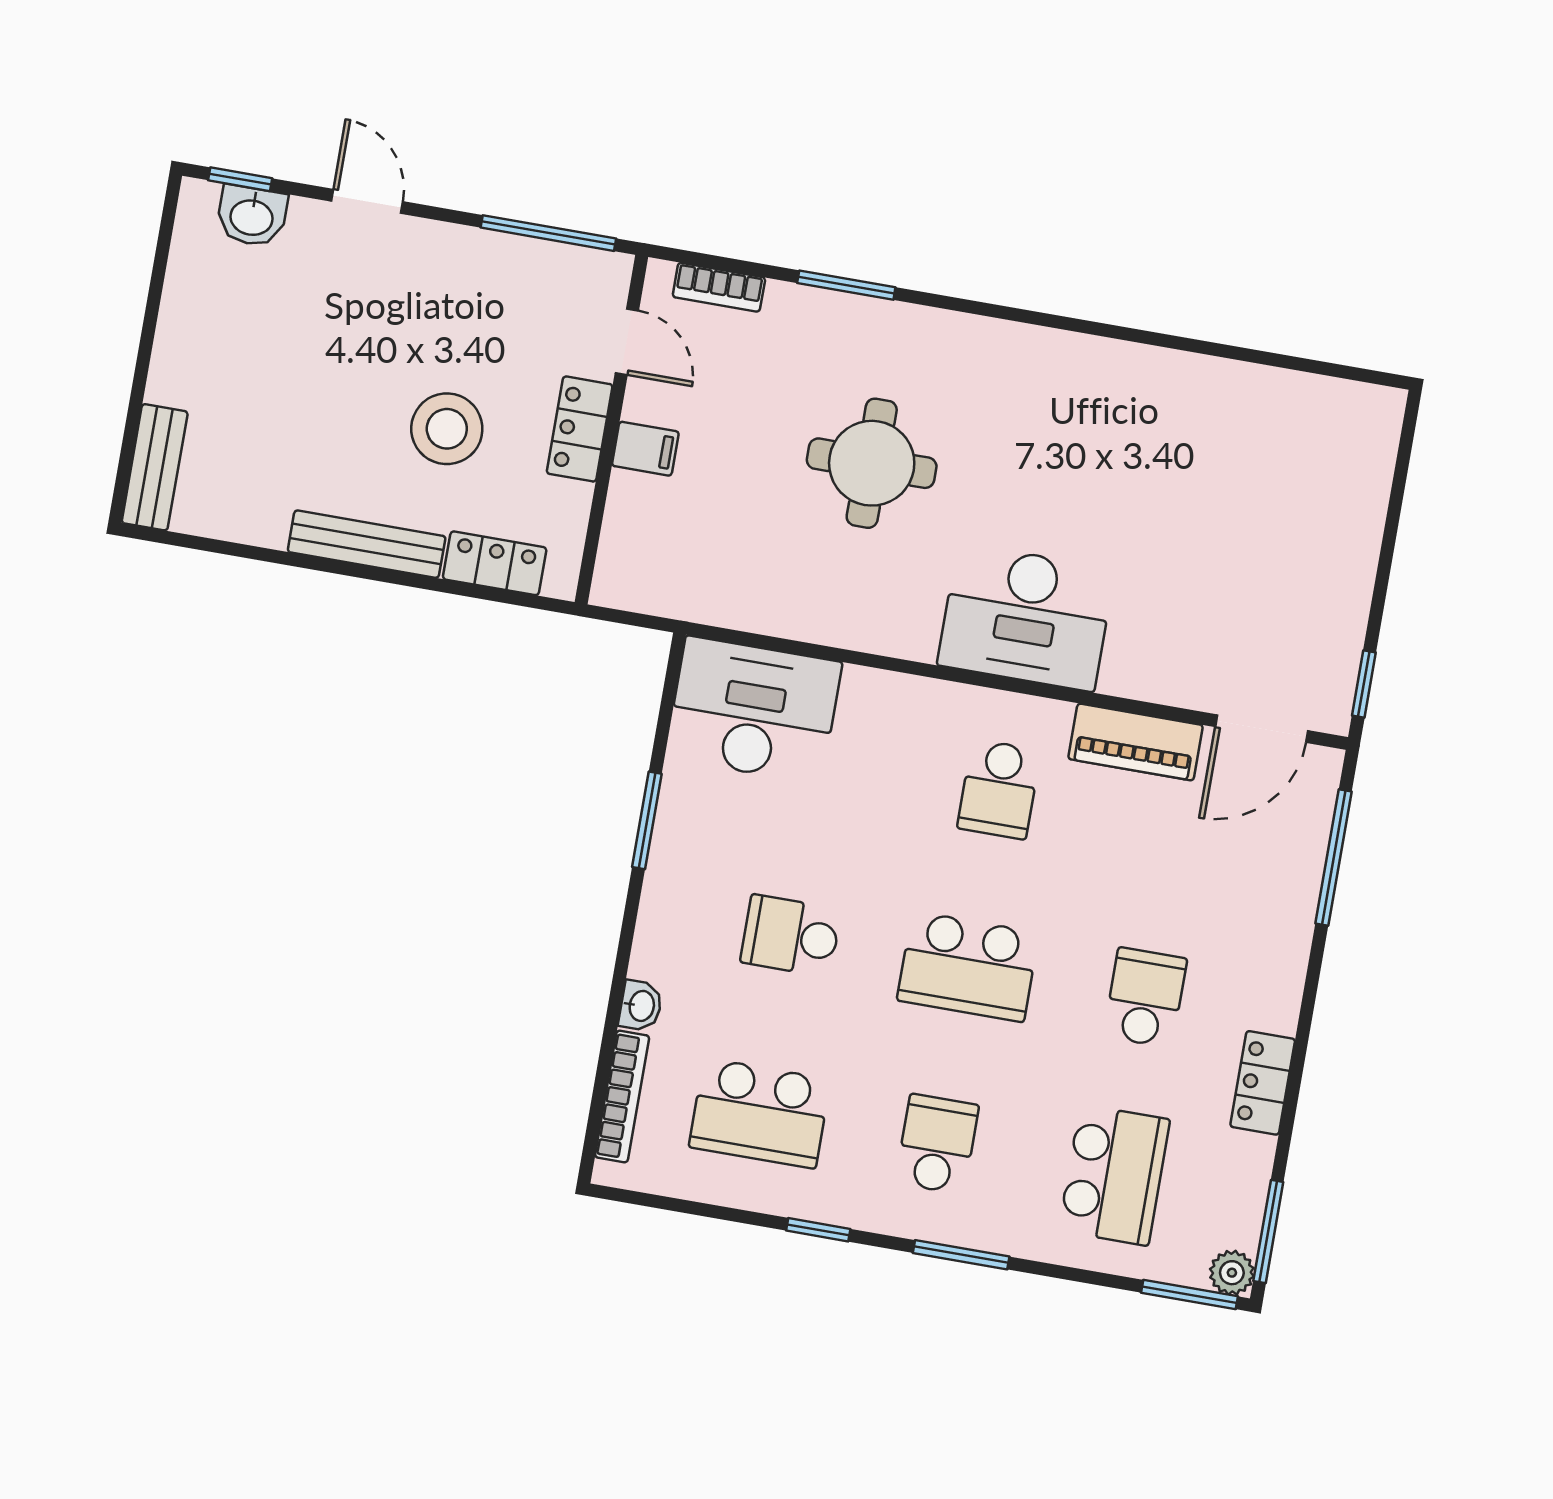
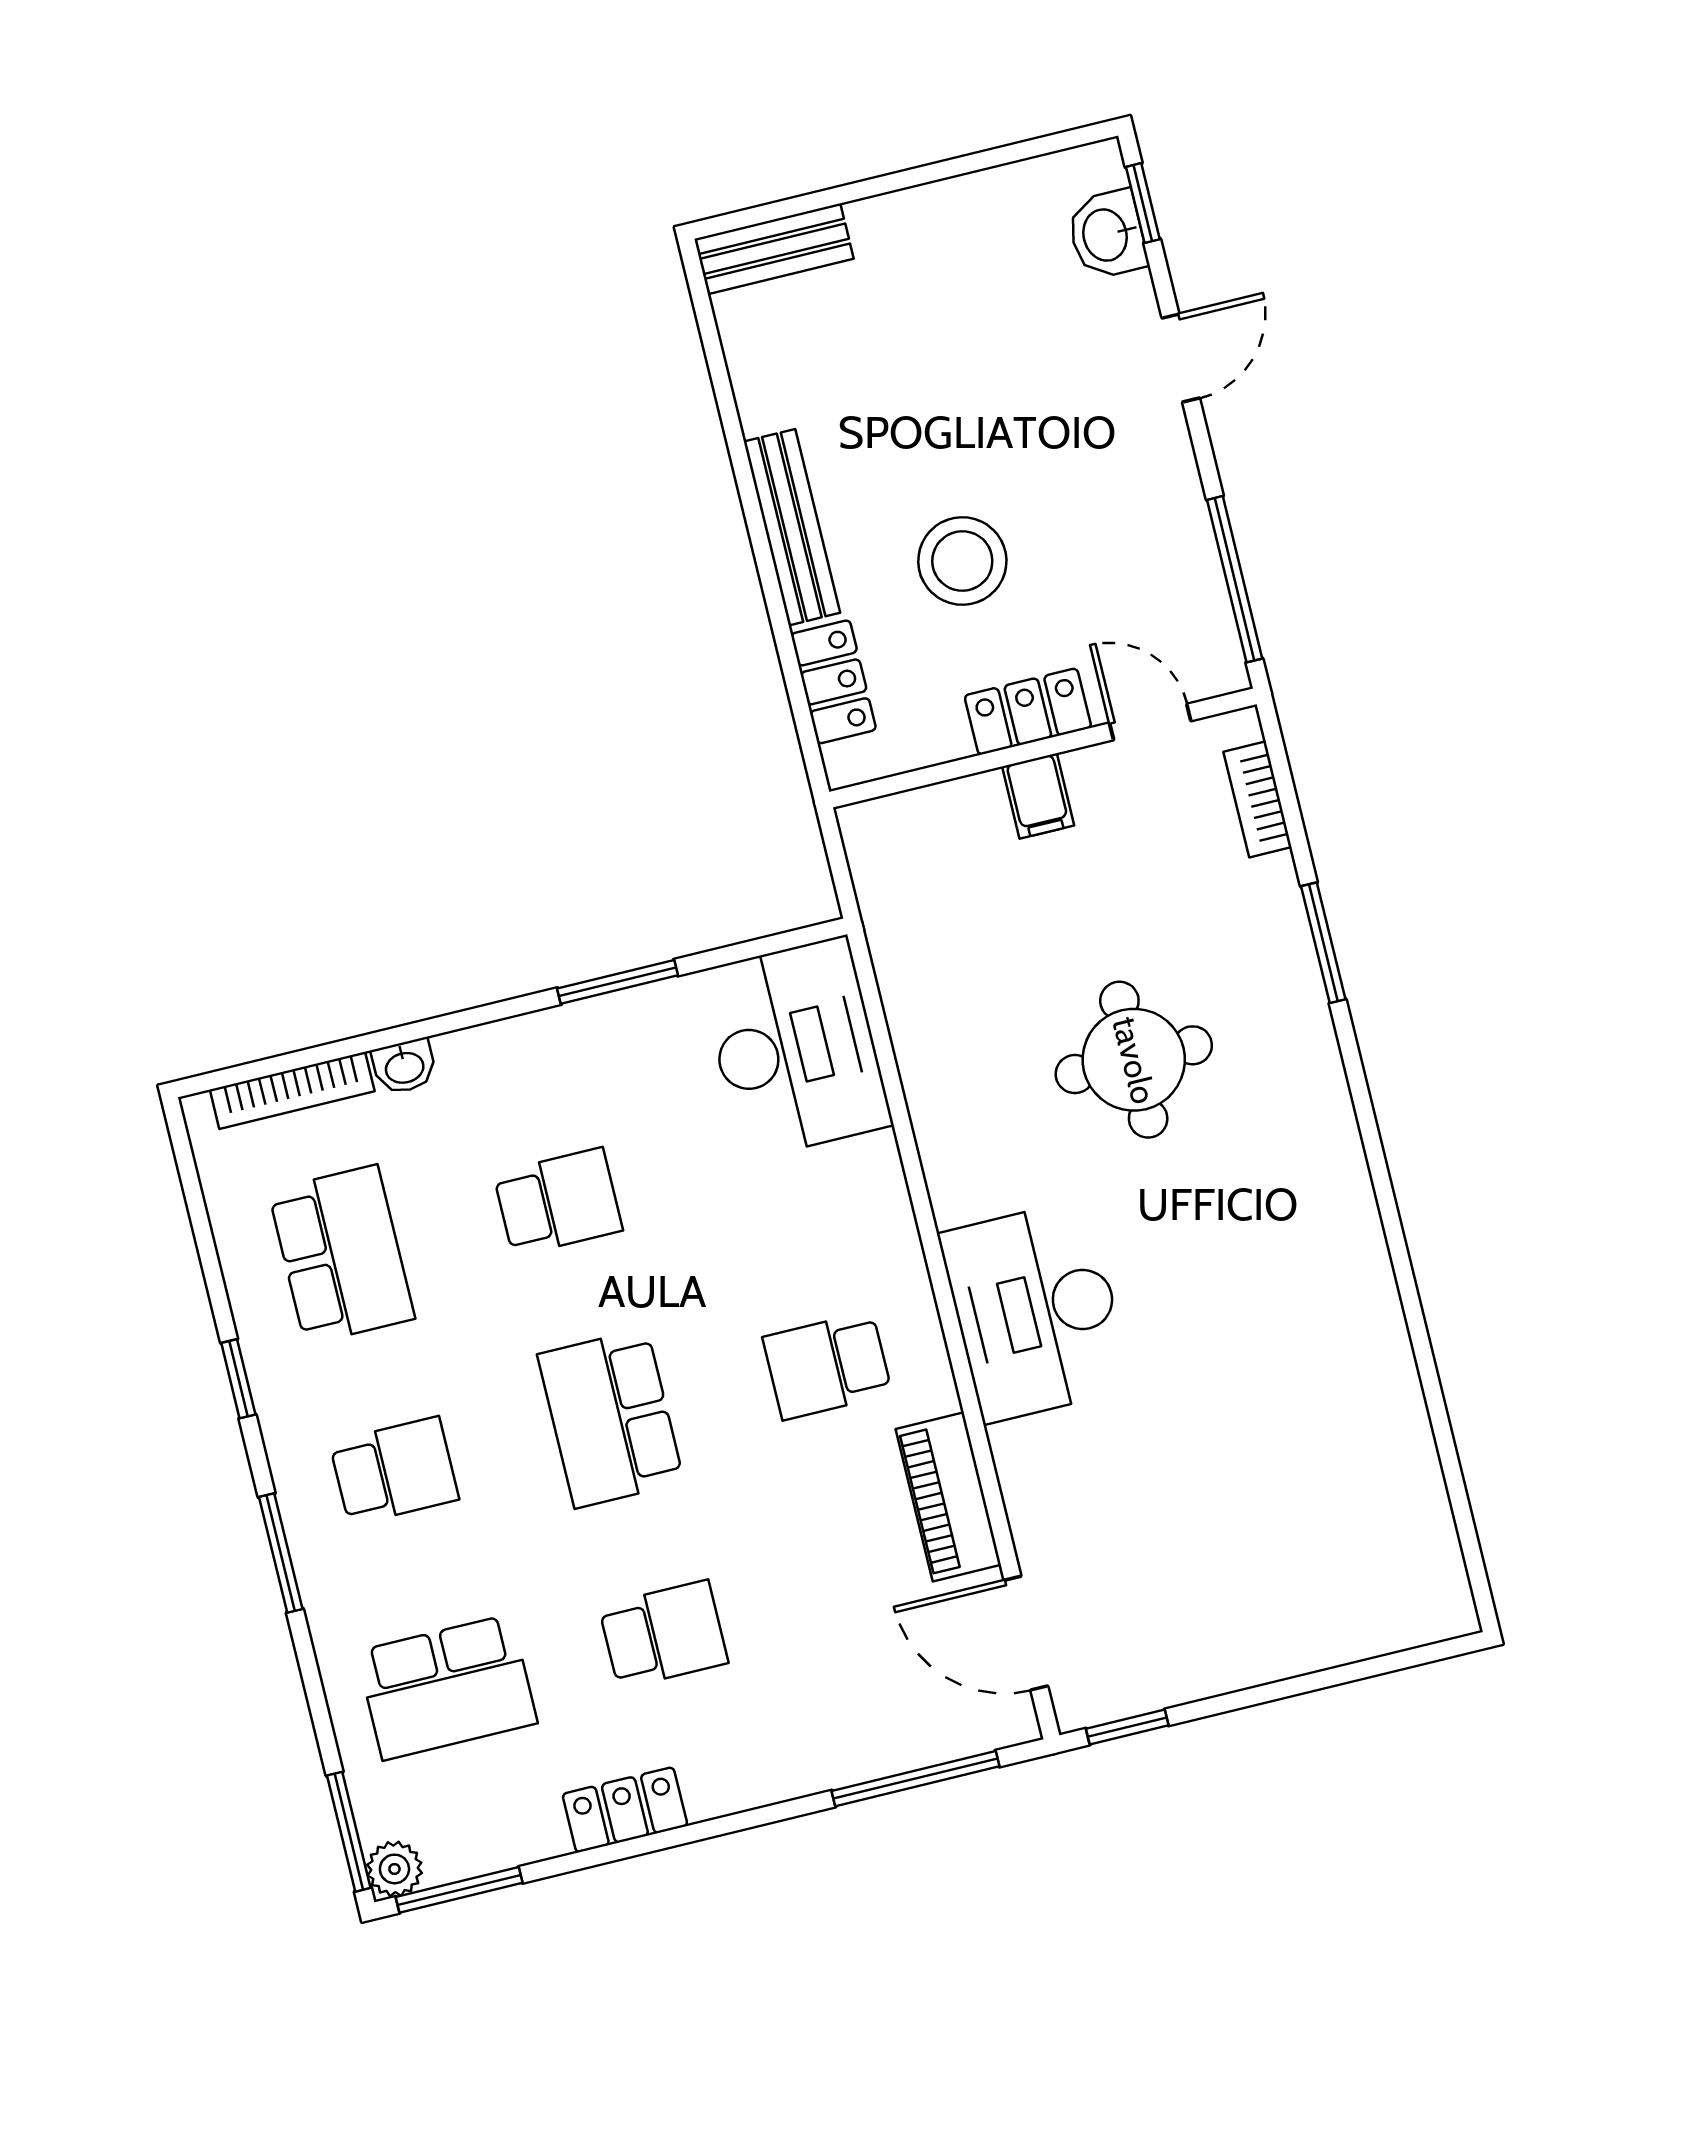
door: (627, 342) -> (1150, 722), swing flipped
school desk: (791, 936) -> (558, 1202), turned 90
school desk: (760, 1113) -> (341, 1255), turned 180

